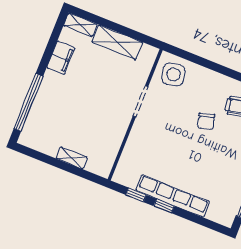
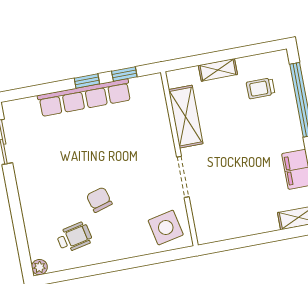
shelving: (117, 42) -> (186, 117), moved, turned 90
trolley: (51, 127) -> (261, 88), added

